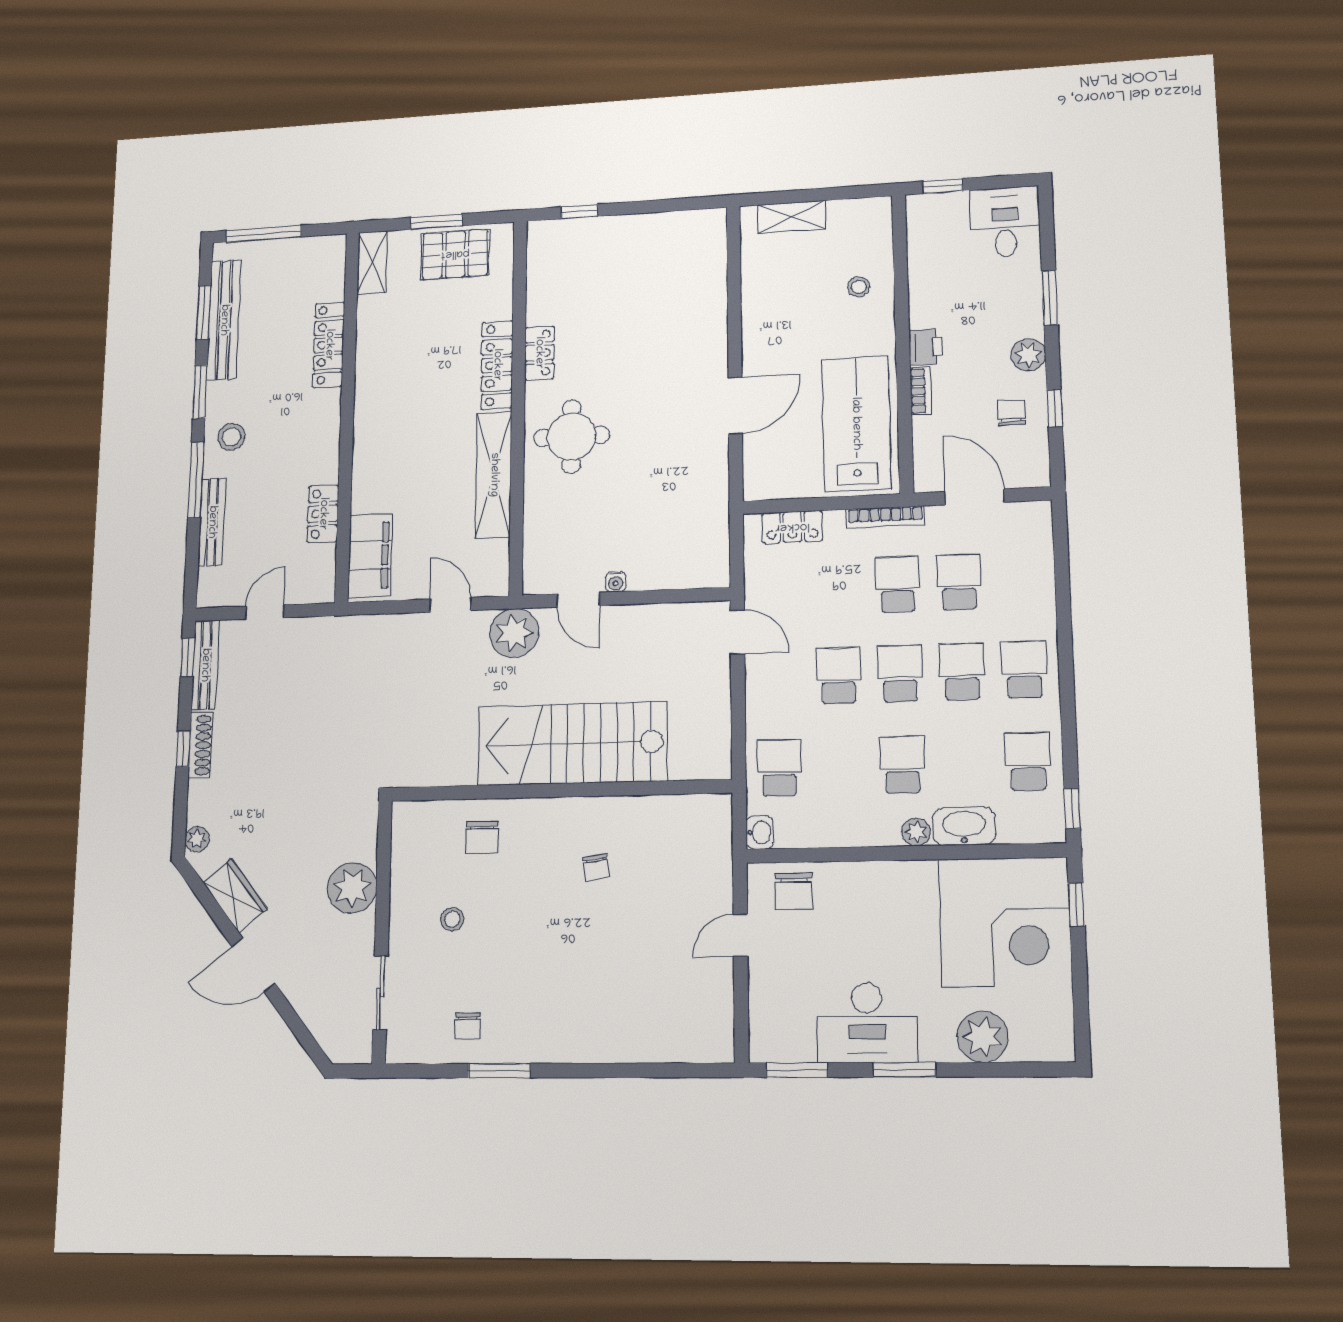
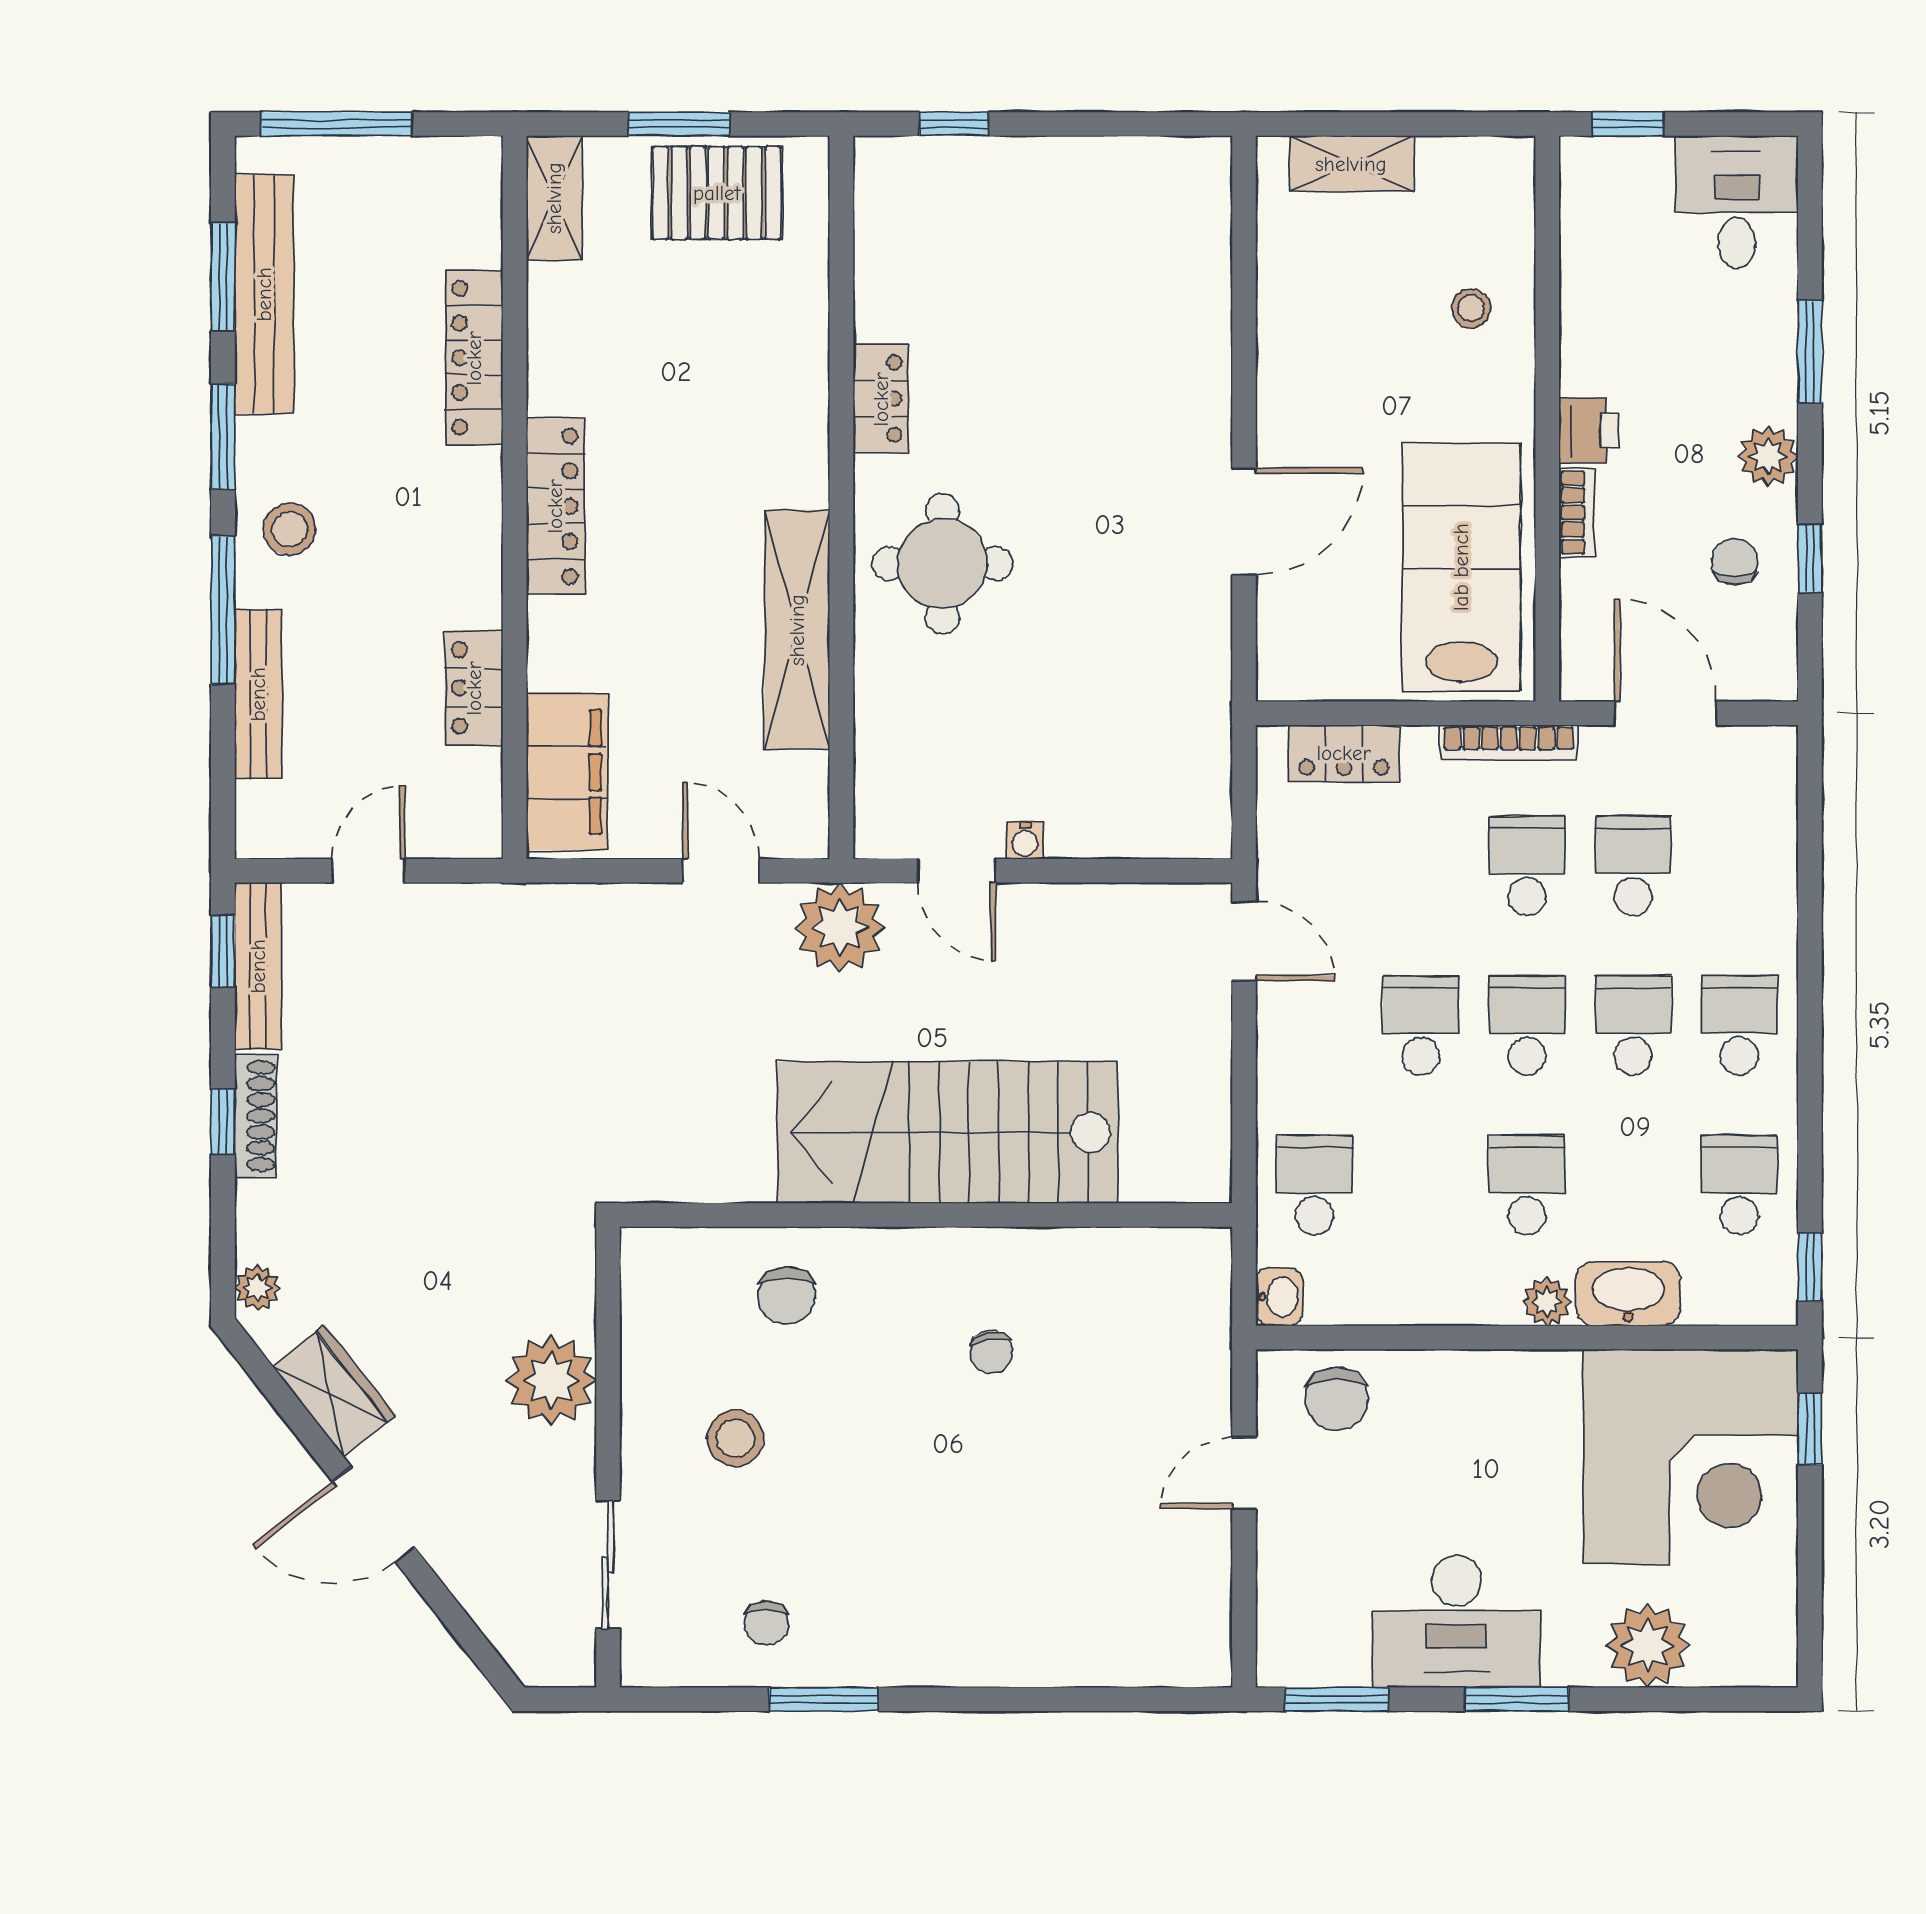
locker: (497, 365) -> (555, 506), moved, turned 180
stool: (452, 919) -> (735, 1438), width x1.37, depth x1.37

